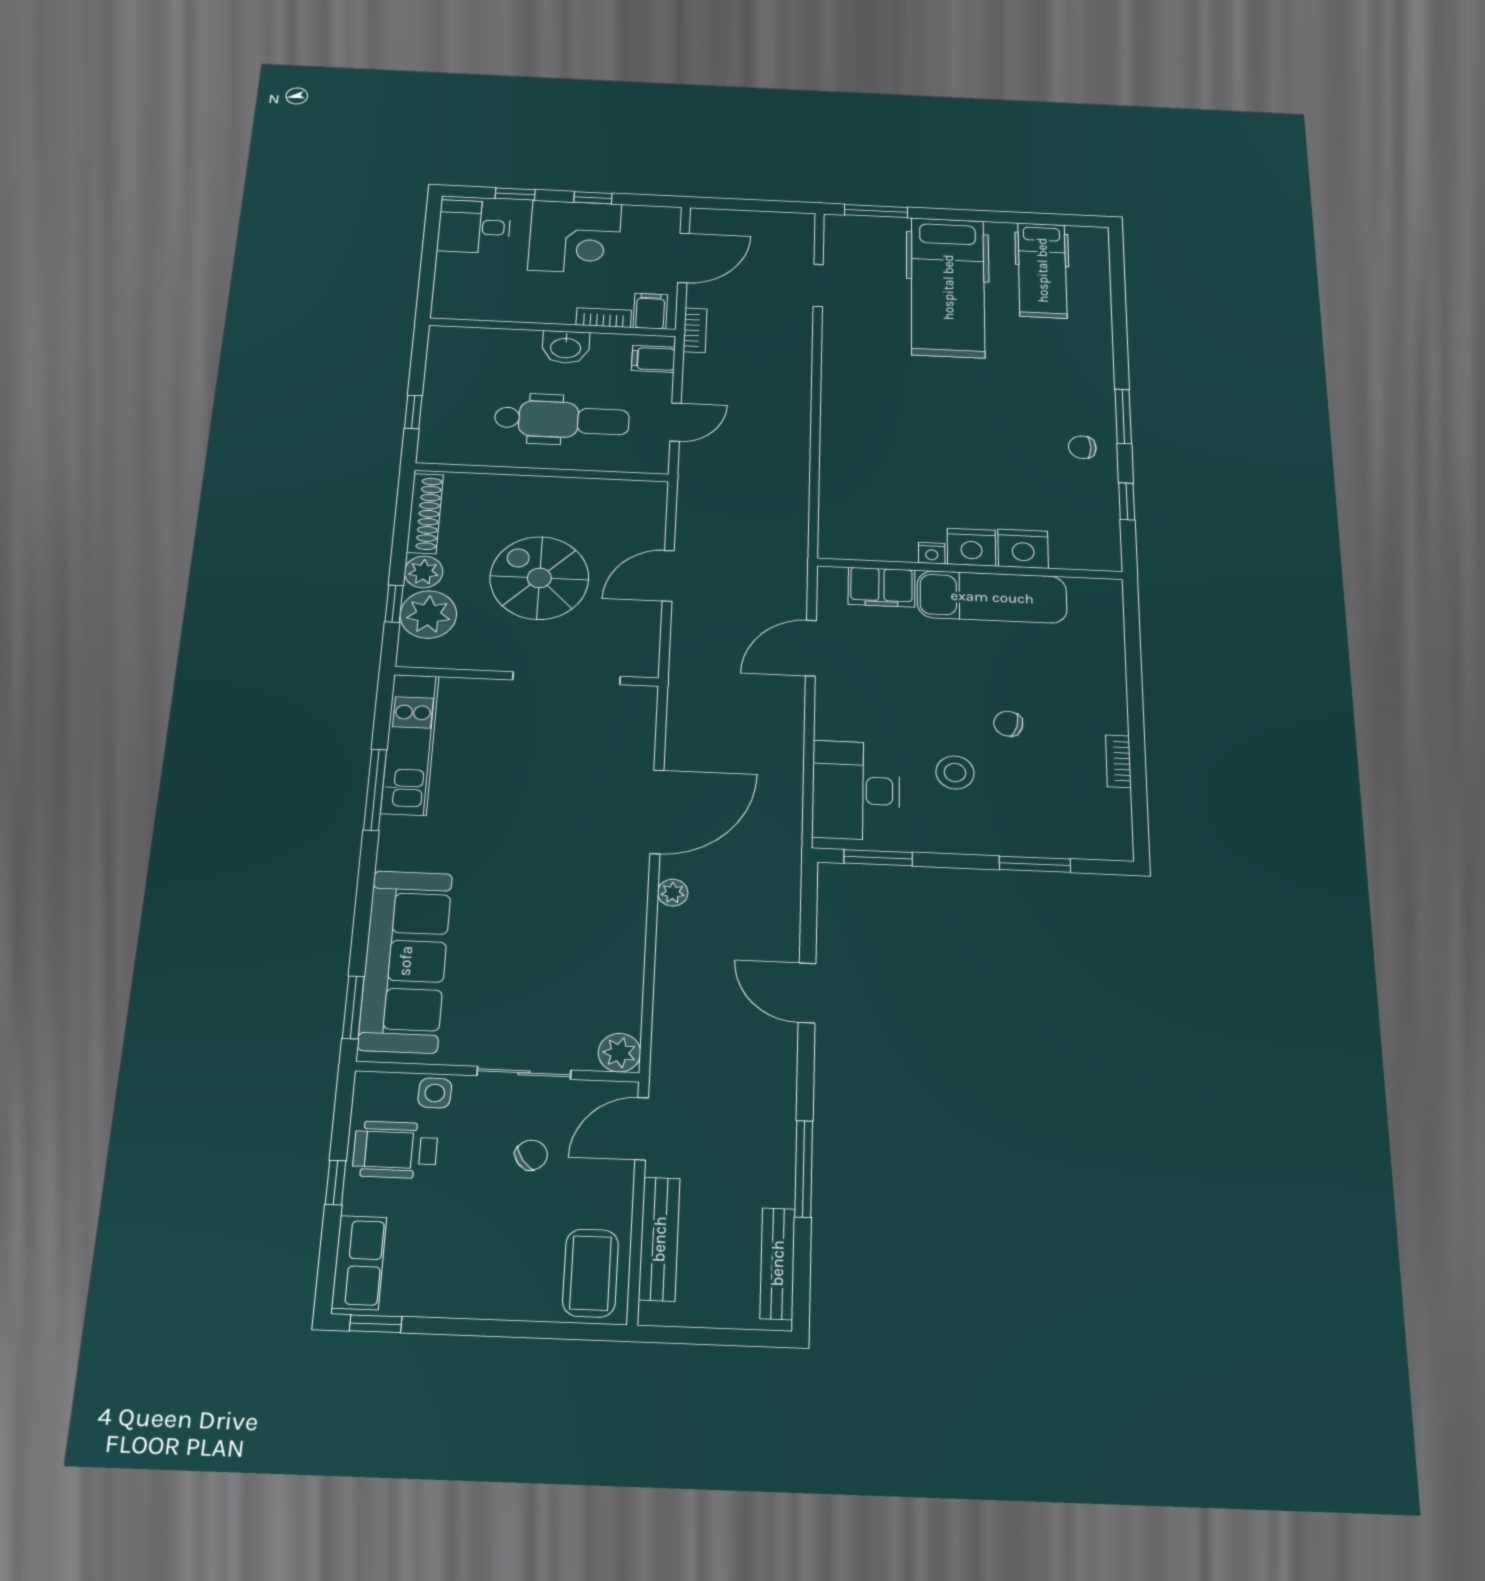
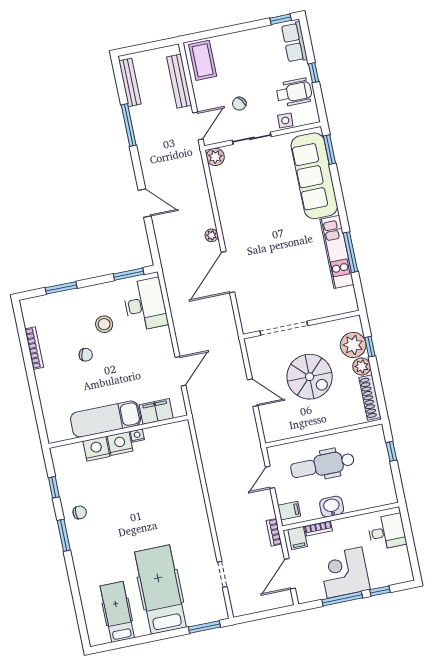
window: (593, 198) -> (342, 599), width x2.17
desk: (474, 227) -> (387, 532), moved
door: (668, 576) -> (253, 393), hinge flipped
kitchen unit: (410, 744) -> (337, 252), moved
bookcase: (1118, 761) -> (34, 348), width x1.56

